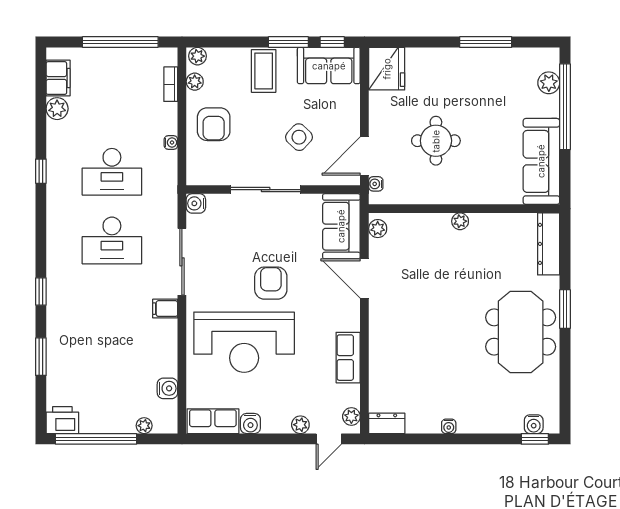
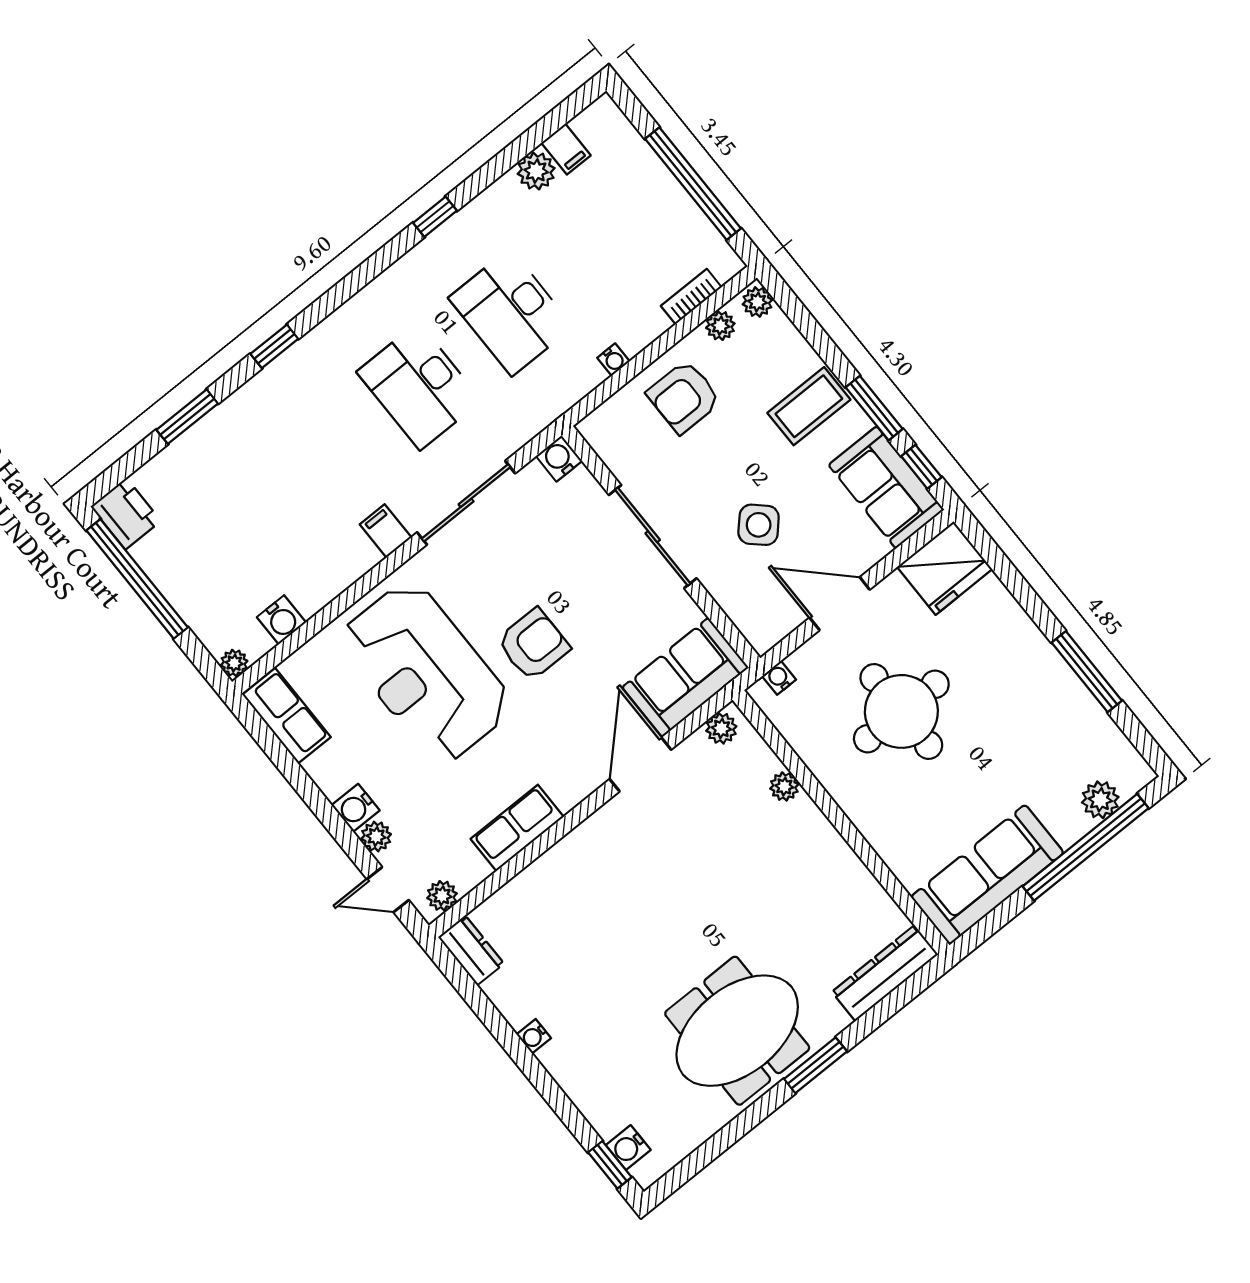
filing cabinet: (58, 78) -> (566, 149), width x0.50
round table: (436, 141) -> (901, 711), width x1.36, depth x1.36
door: (364, 156) -> (840, 604), moved
plant: (460, 221) -> (784, 786), moved
water cooler: (250, 424) -> (356, 808), moved
plant: (144, 426) -> (234, 663), moved

